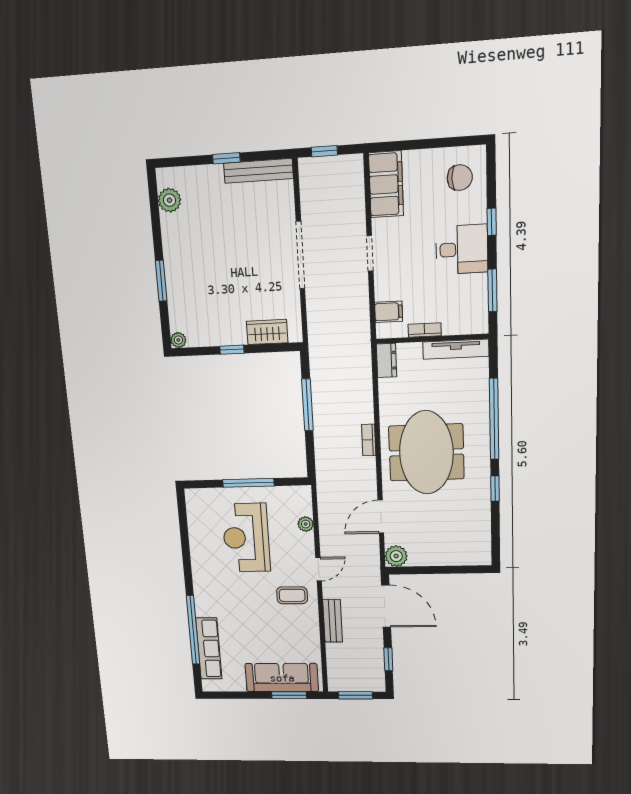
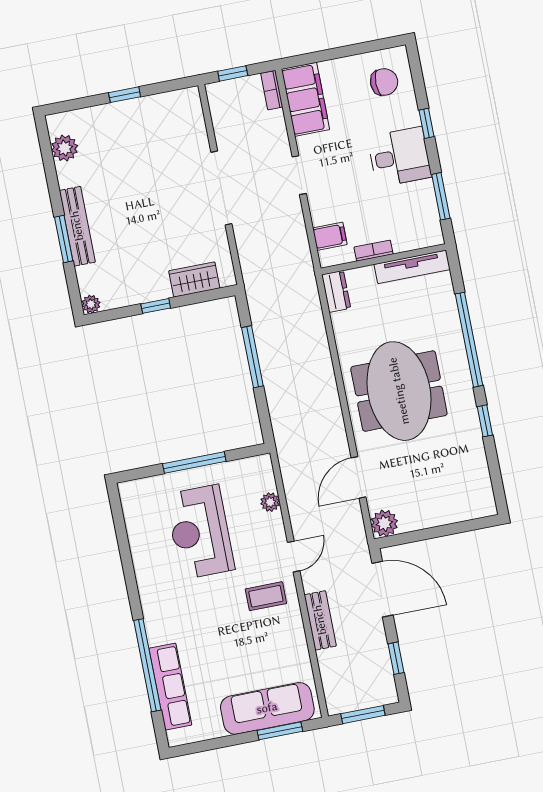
bench: (258, 171) -> (77, 226), moved, turned 90
bookcase: (369, 440) -> (272, 90), moved

